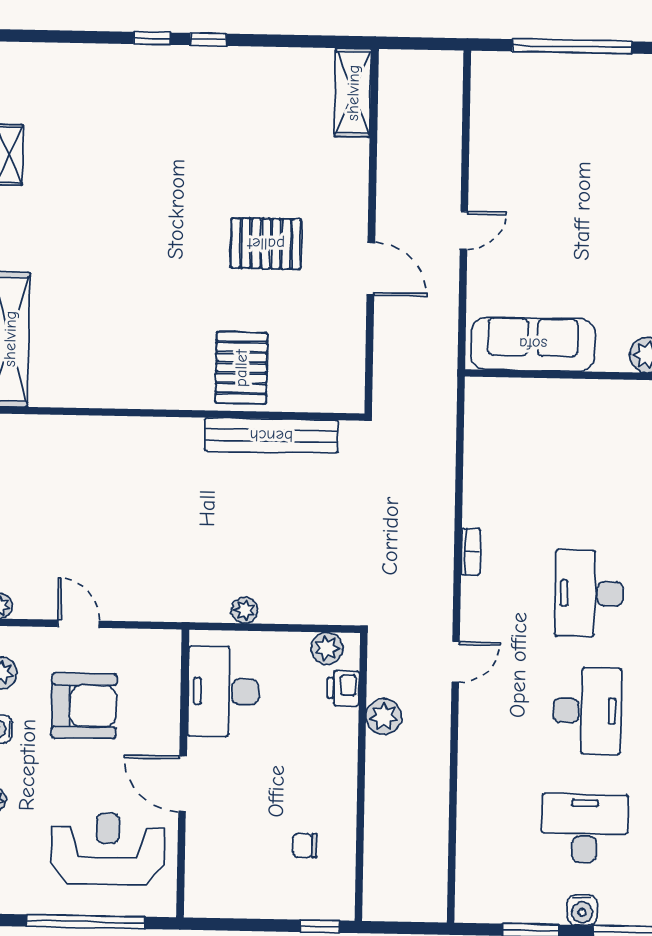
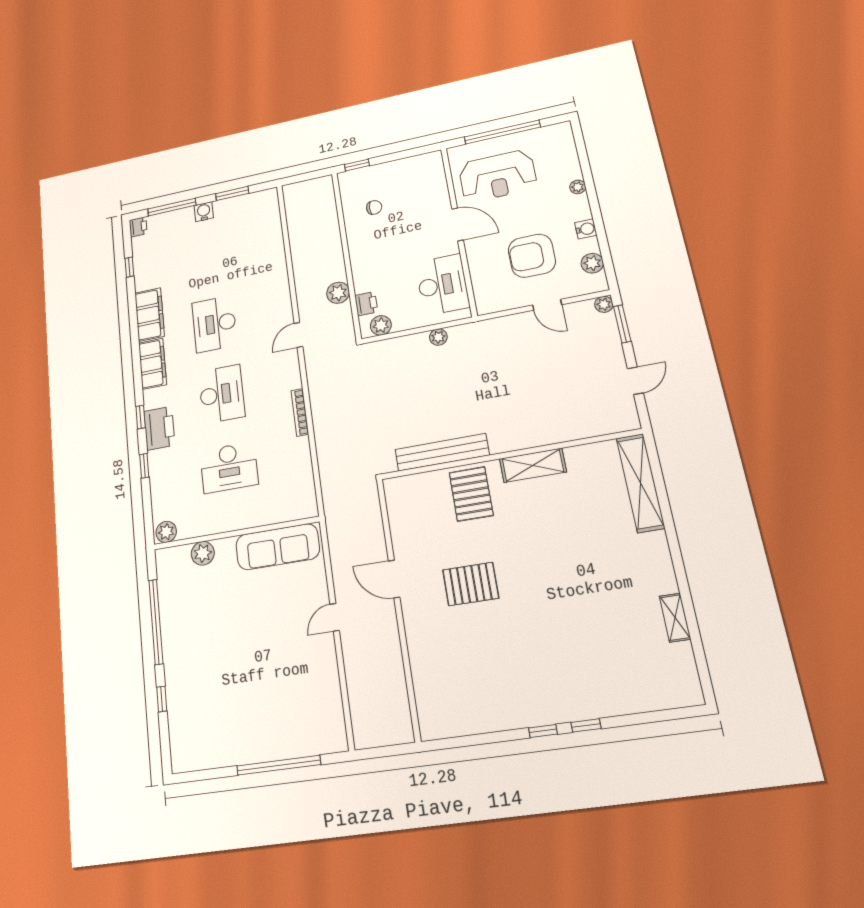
shelving: (353, 93) -> (533, 465), moved, turned 90
bookcase: (471, 552) -> (300, 412), width x1.56
desk: (585, 828) -> (229, 467), moved

